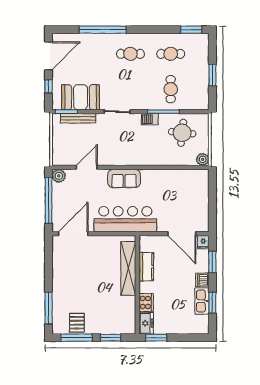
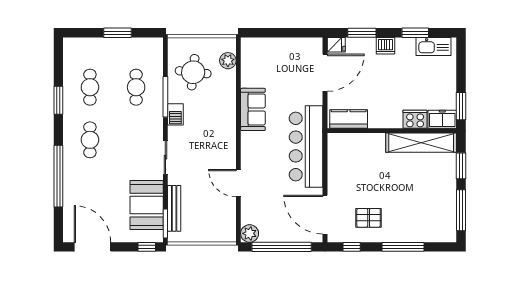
window: (191, 30) -> (58, 100), moved
window: (49, 86) -> (147, 247), moved
cafe table: (171, 89) -> (136, 87), turned 90
plant: (203, 159) -> (228, 61), moved
door: (87, 167) -> (238, 183), moved
sofa: (124, 179) -> (253, 109), moved
window: (49, 254) -> (352, 247), added
kitchen counter: (146, 267) -> (349, 119), moved
shelving: (128, 268) -> (421, 143), moved
kitchen sink: (202, 301) -> (434, 46), moved
window: (49, 308) -> (403, 247), moved
pallet: (77, 323) -> (369, 218), moved

